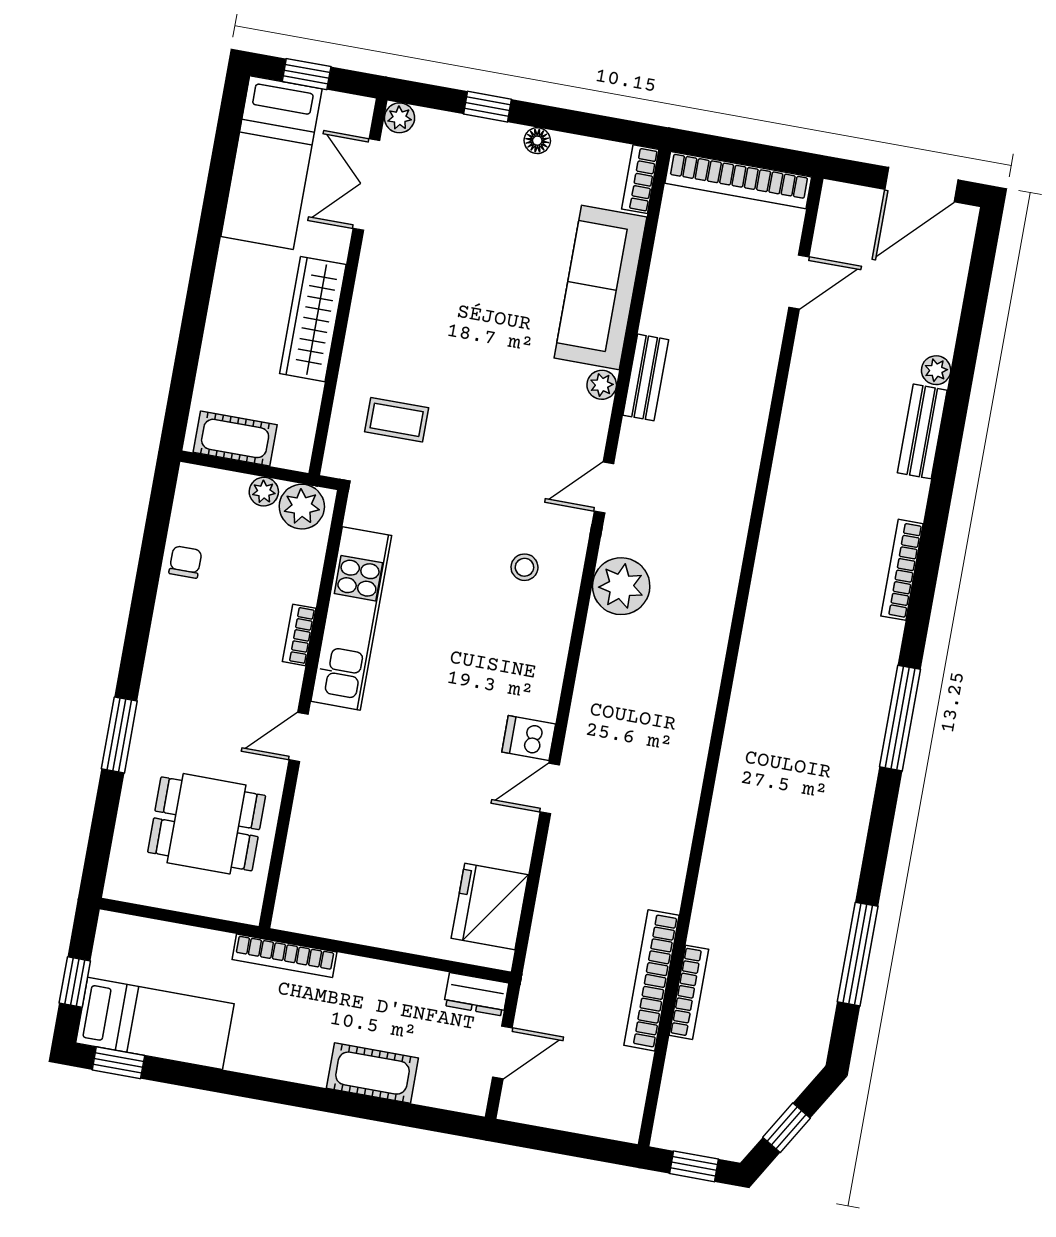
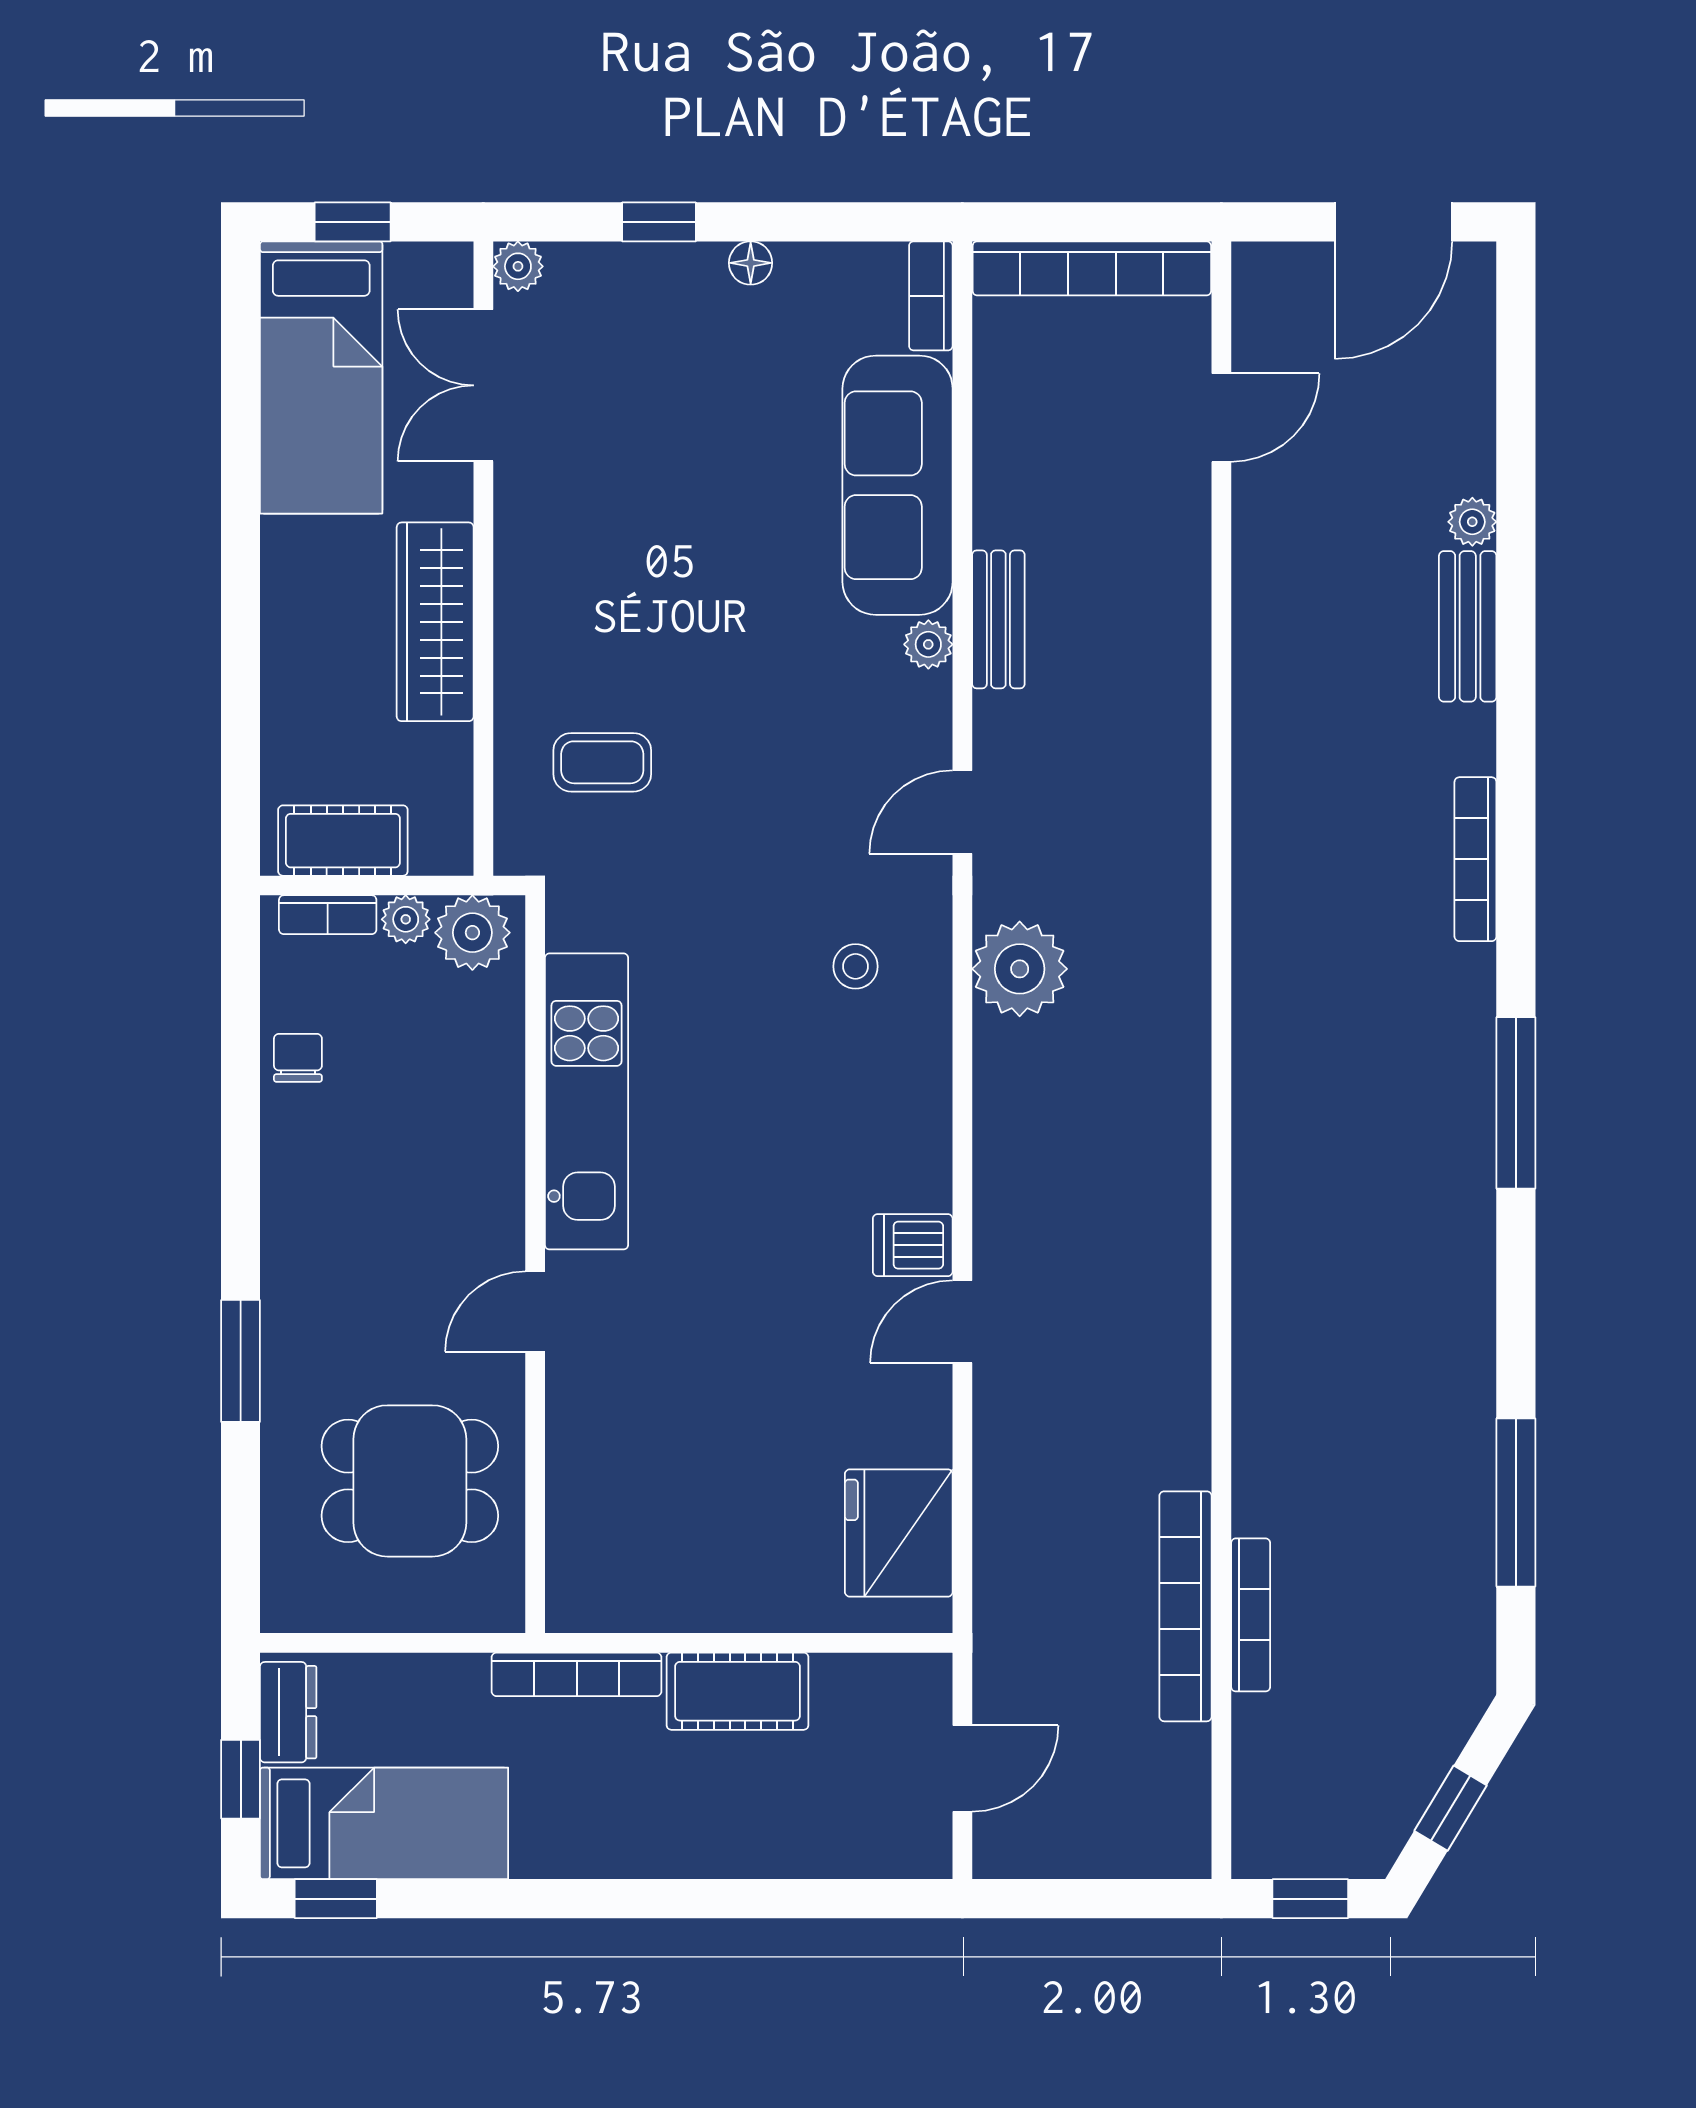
bookcase: (299, 635) -> (328, 915), moved, turned -90
dresser: (476, 994) -> (288, 1712), moved, turned -90
cot: (372, 1073) -> (737, 1691), moved

